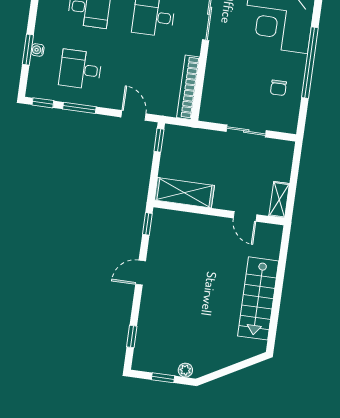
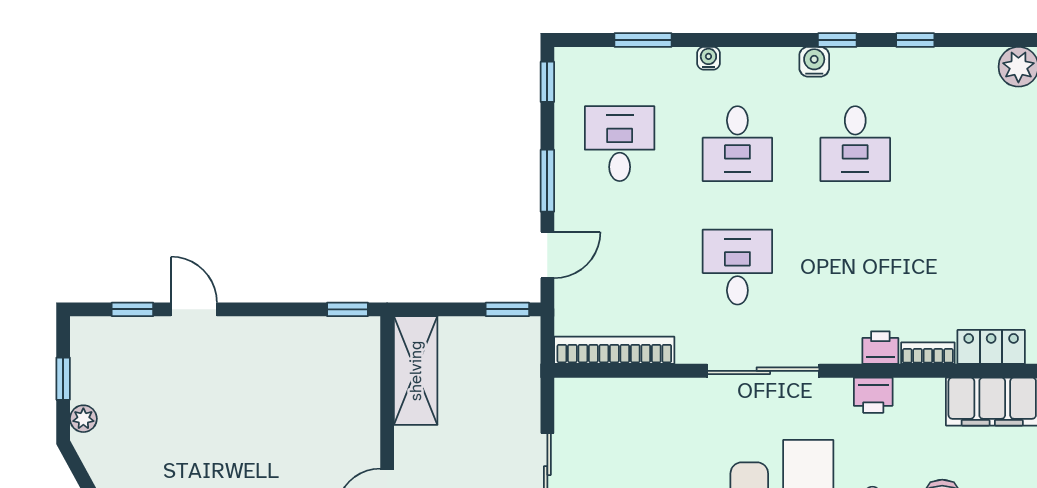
water cooler: (38, 50) -> (708, 58), moved
window: (79, 108) -> (547, 181), moved
door: (141, 273) -> (194, 309), moved

